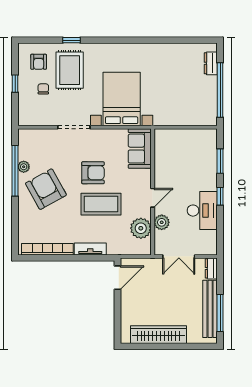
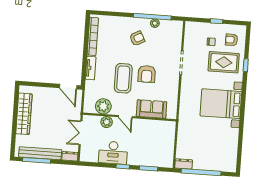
dresser: (211, 63) -> (184, 164), moved
bed with nightstands: (122, 99) -> (221, 104), moved, turned 180
sofa: (140, 149) -> (152, 109), moved
armchair: (46, 189) -> (137, 38), width x0.53, depth x0.53

